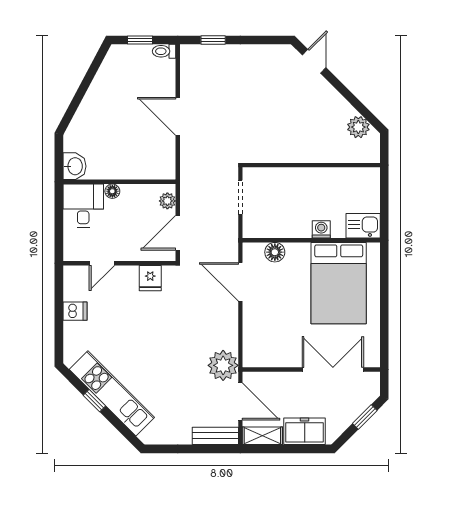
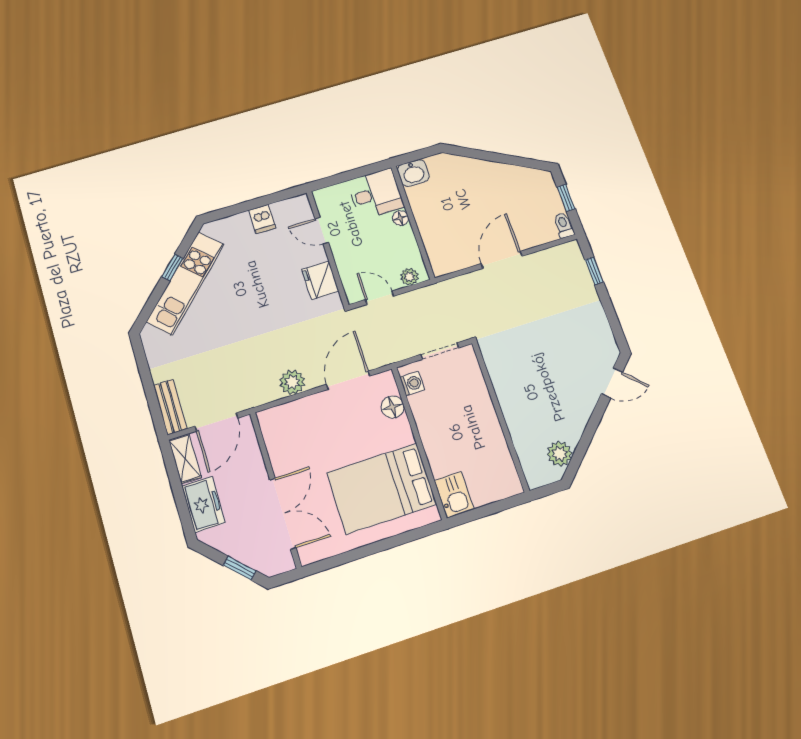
washing machine: (321, 229) -> (412, 383), moved
door: (178, 233) -> (380, 298), width x0.73
fridge: (150, 278) -> (320, 280), width x1.38
plant: (223, 365) -> (292, 382), moved, width x0.73, depth x0.73

